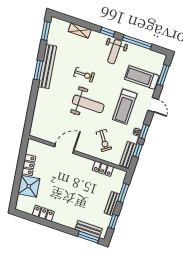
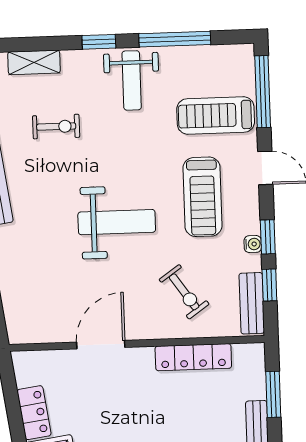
exercise bike: (84, 75) -> (56, 127), moved
window: (163, 75) -> (263, 92), width x1.44
locker: (103, 169) -> (193, 357), width x1.53

